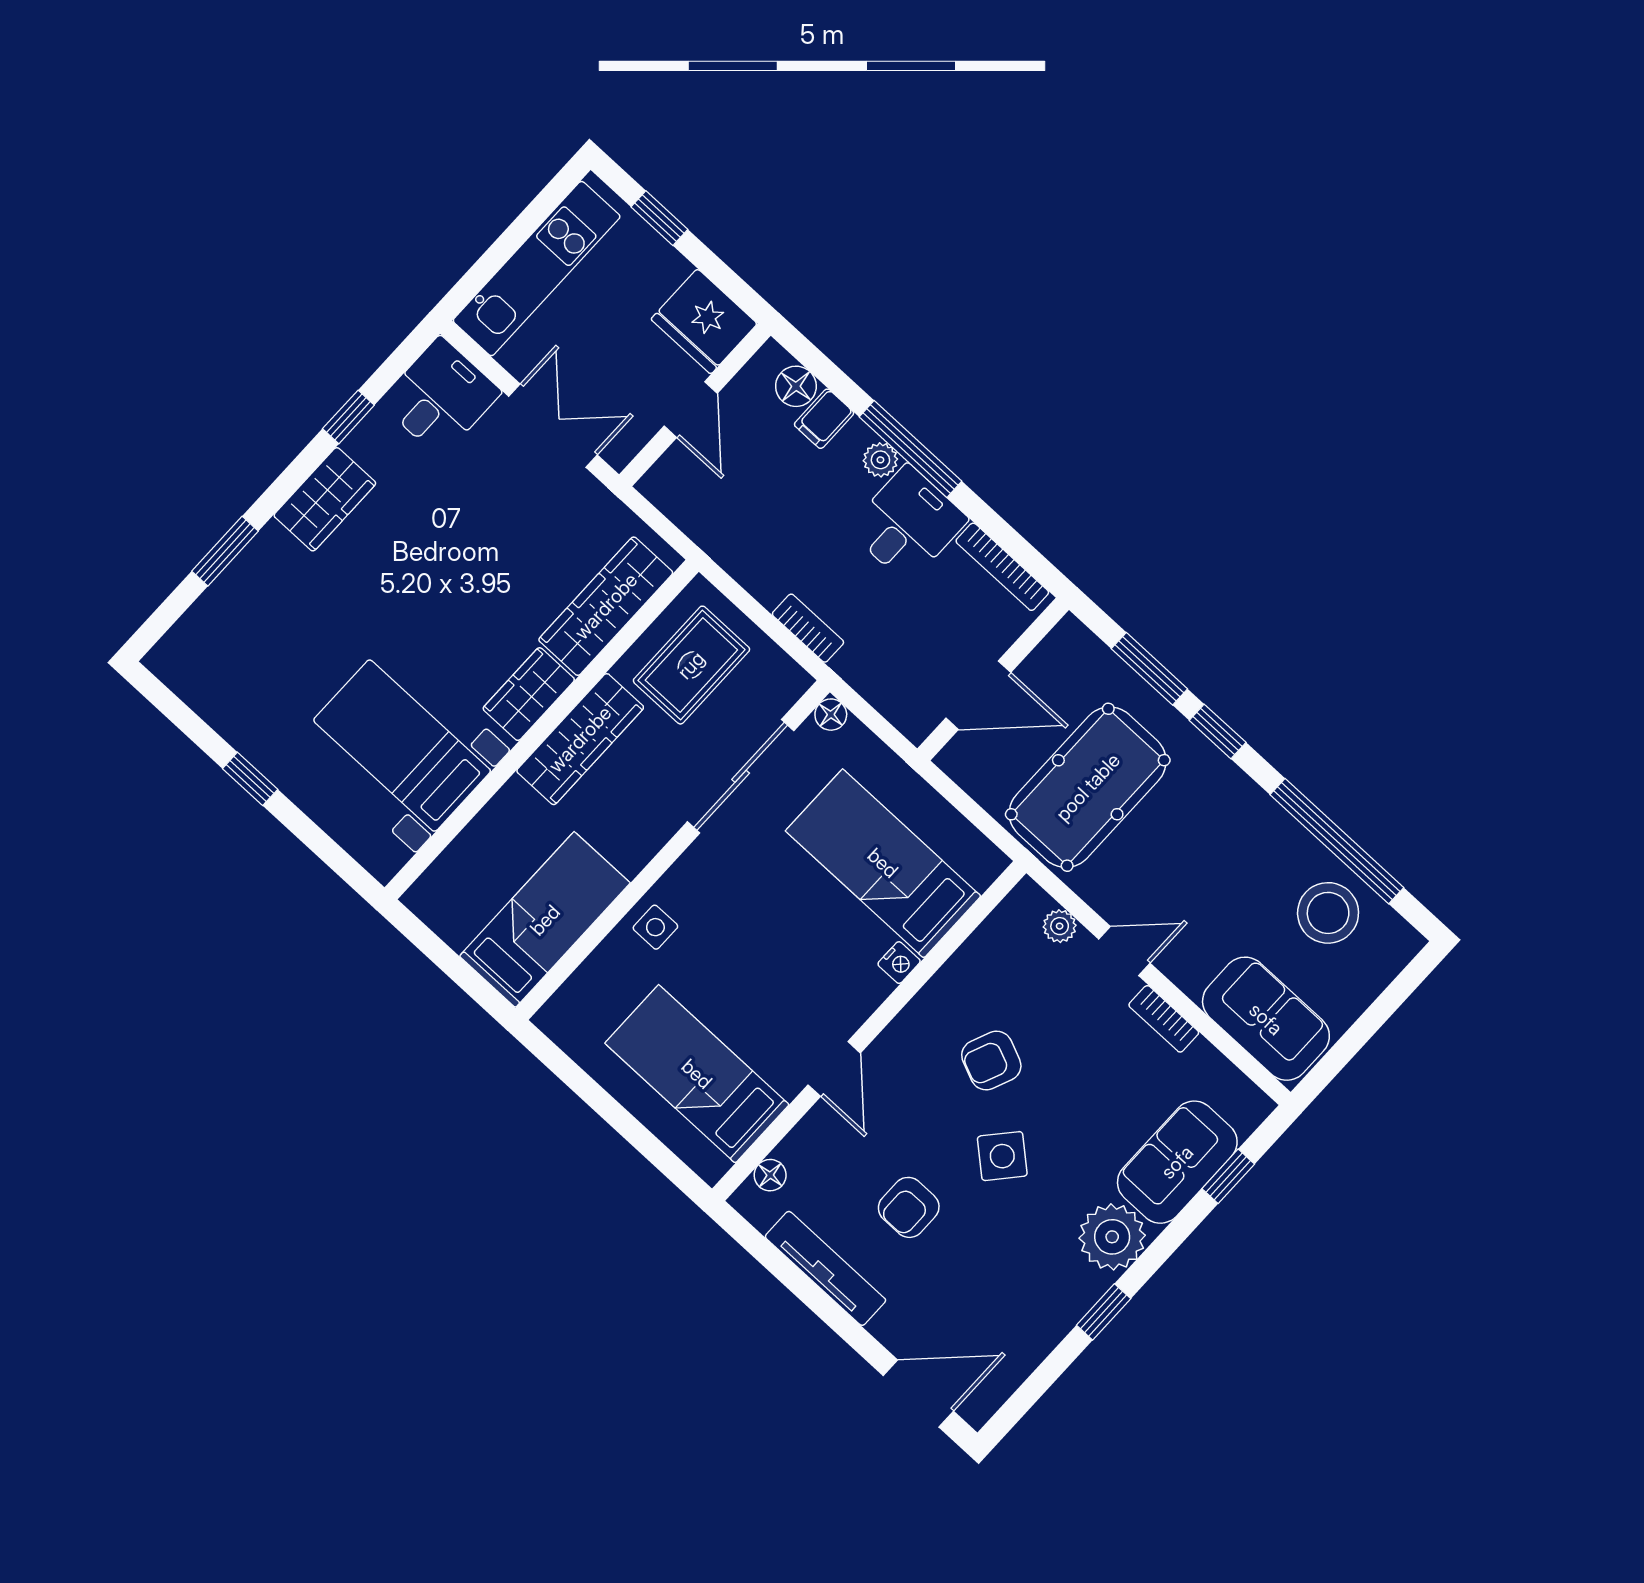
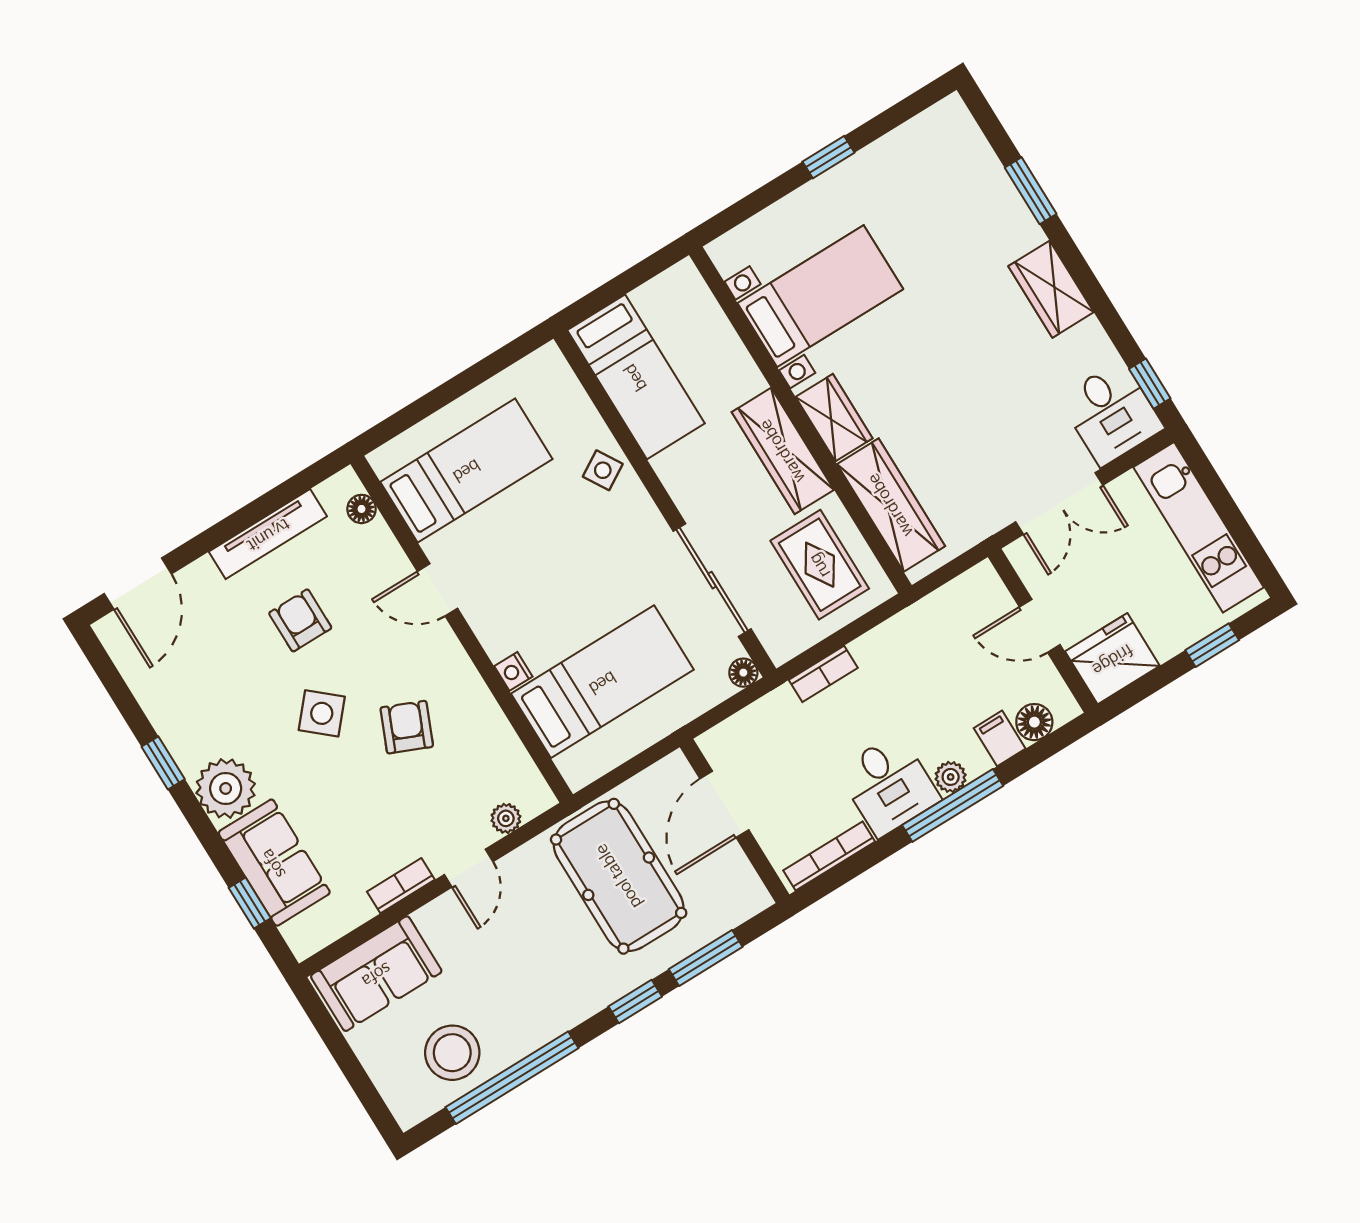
window: (348, 417) -> (1150, 384), moved
side table: (655, 927) -> (603, 470), turned -31

